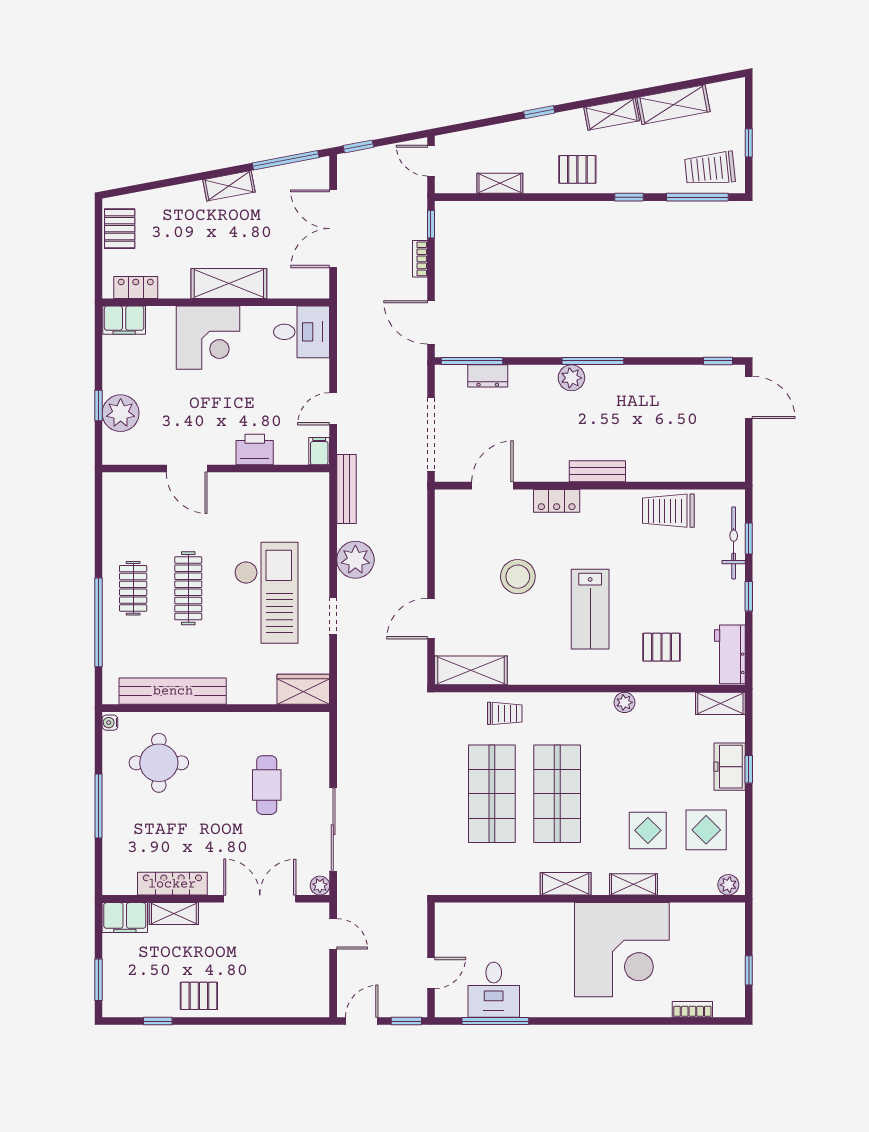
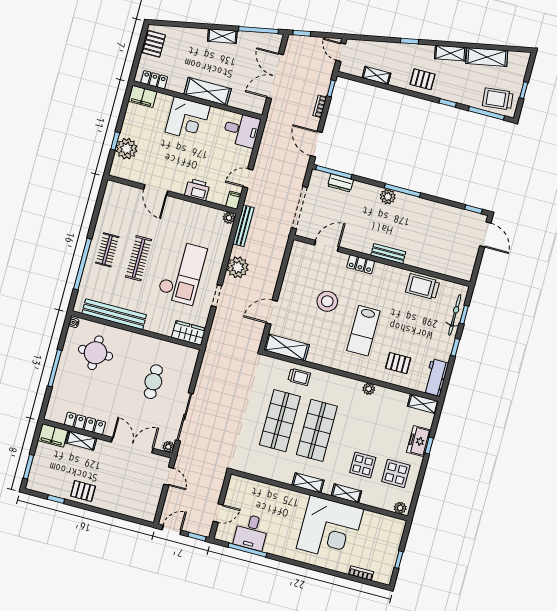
plant: (319, 482) -> (229, 218), added

